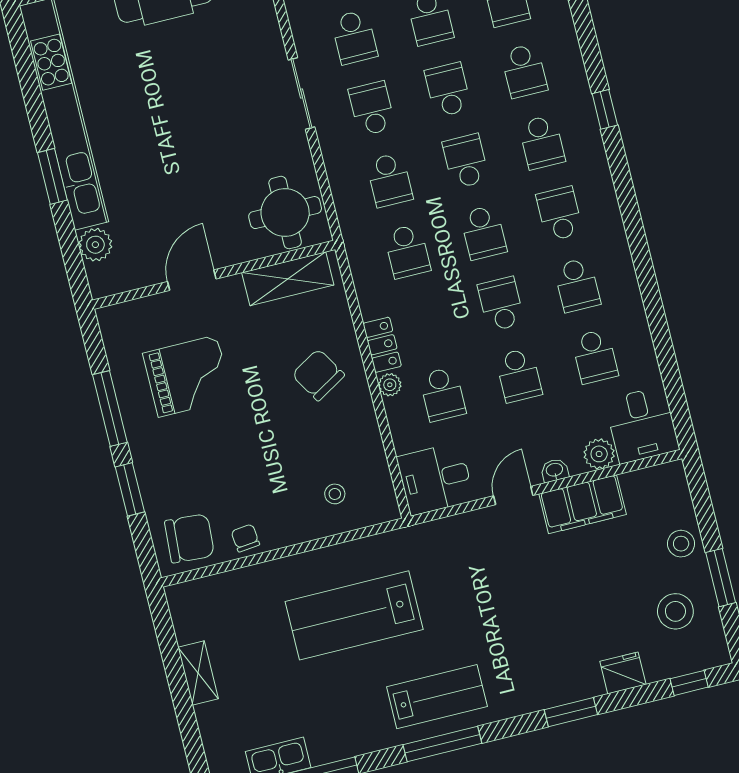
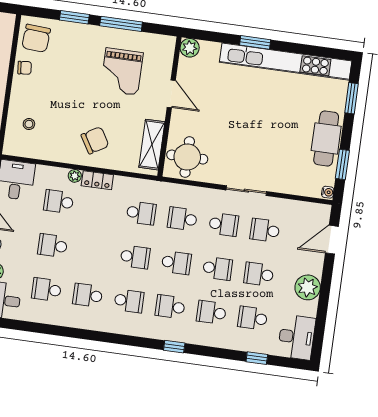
school desk: (483, 233) -> (135, 257), turned 180
plant: (95, 245) -> (190, 48), moved
school desk: (407, 251) -> (141, 213), turned 180
school desk: (501, 304) -> (94, 251), removed

